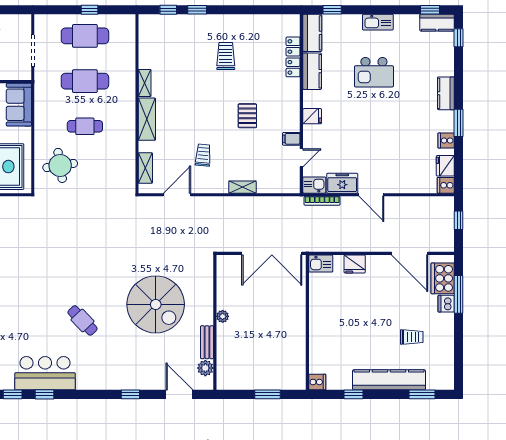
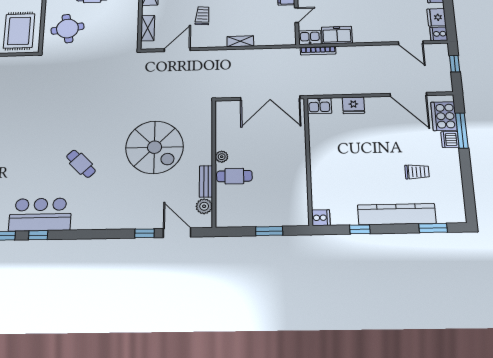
door: (371, 195) -> (411, 43), moved
cafe table: (235, 337) -> (234, 176), added
window: (130, 394) -> (145, 233), moved

